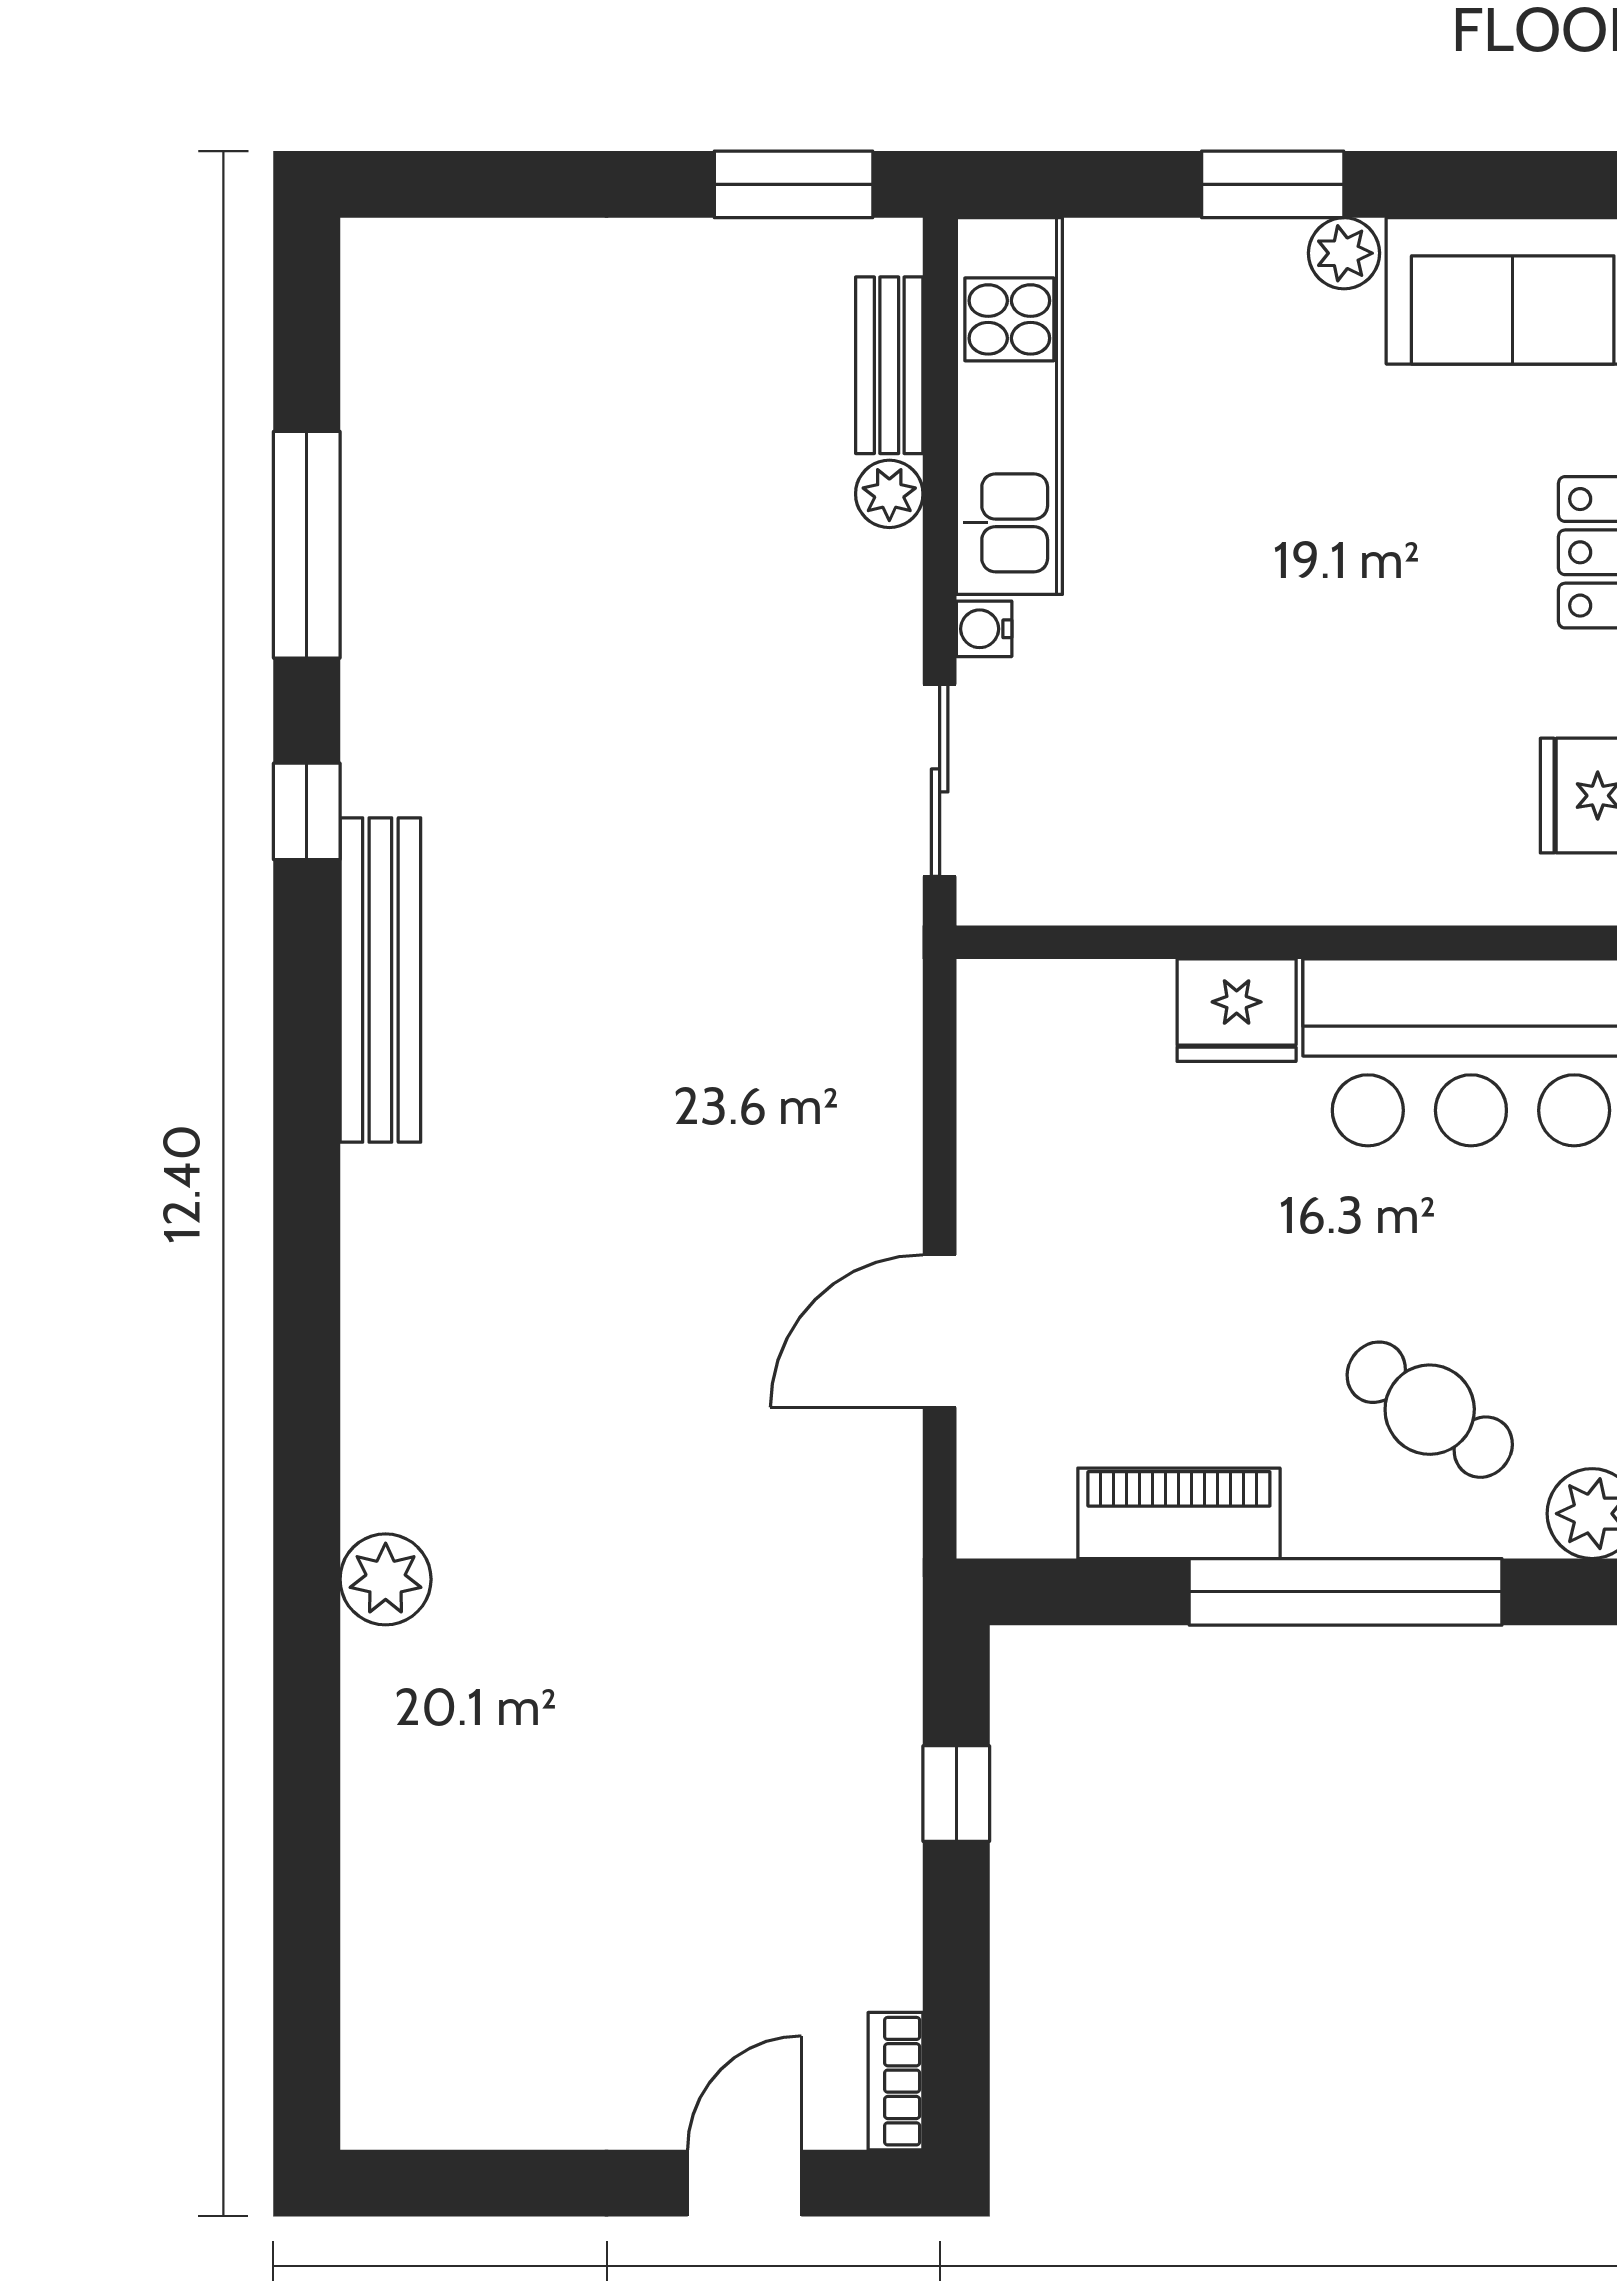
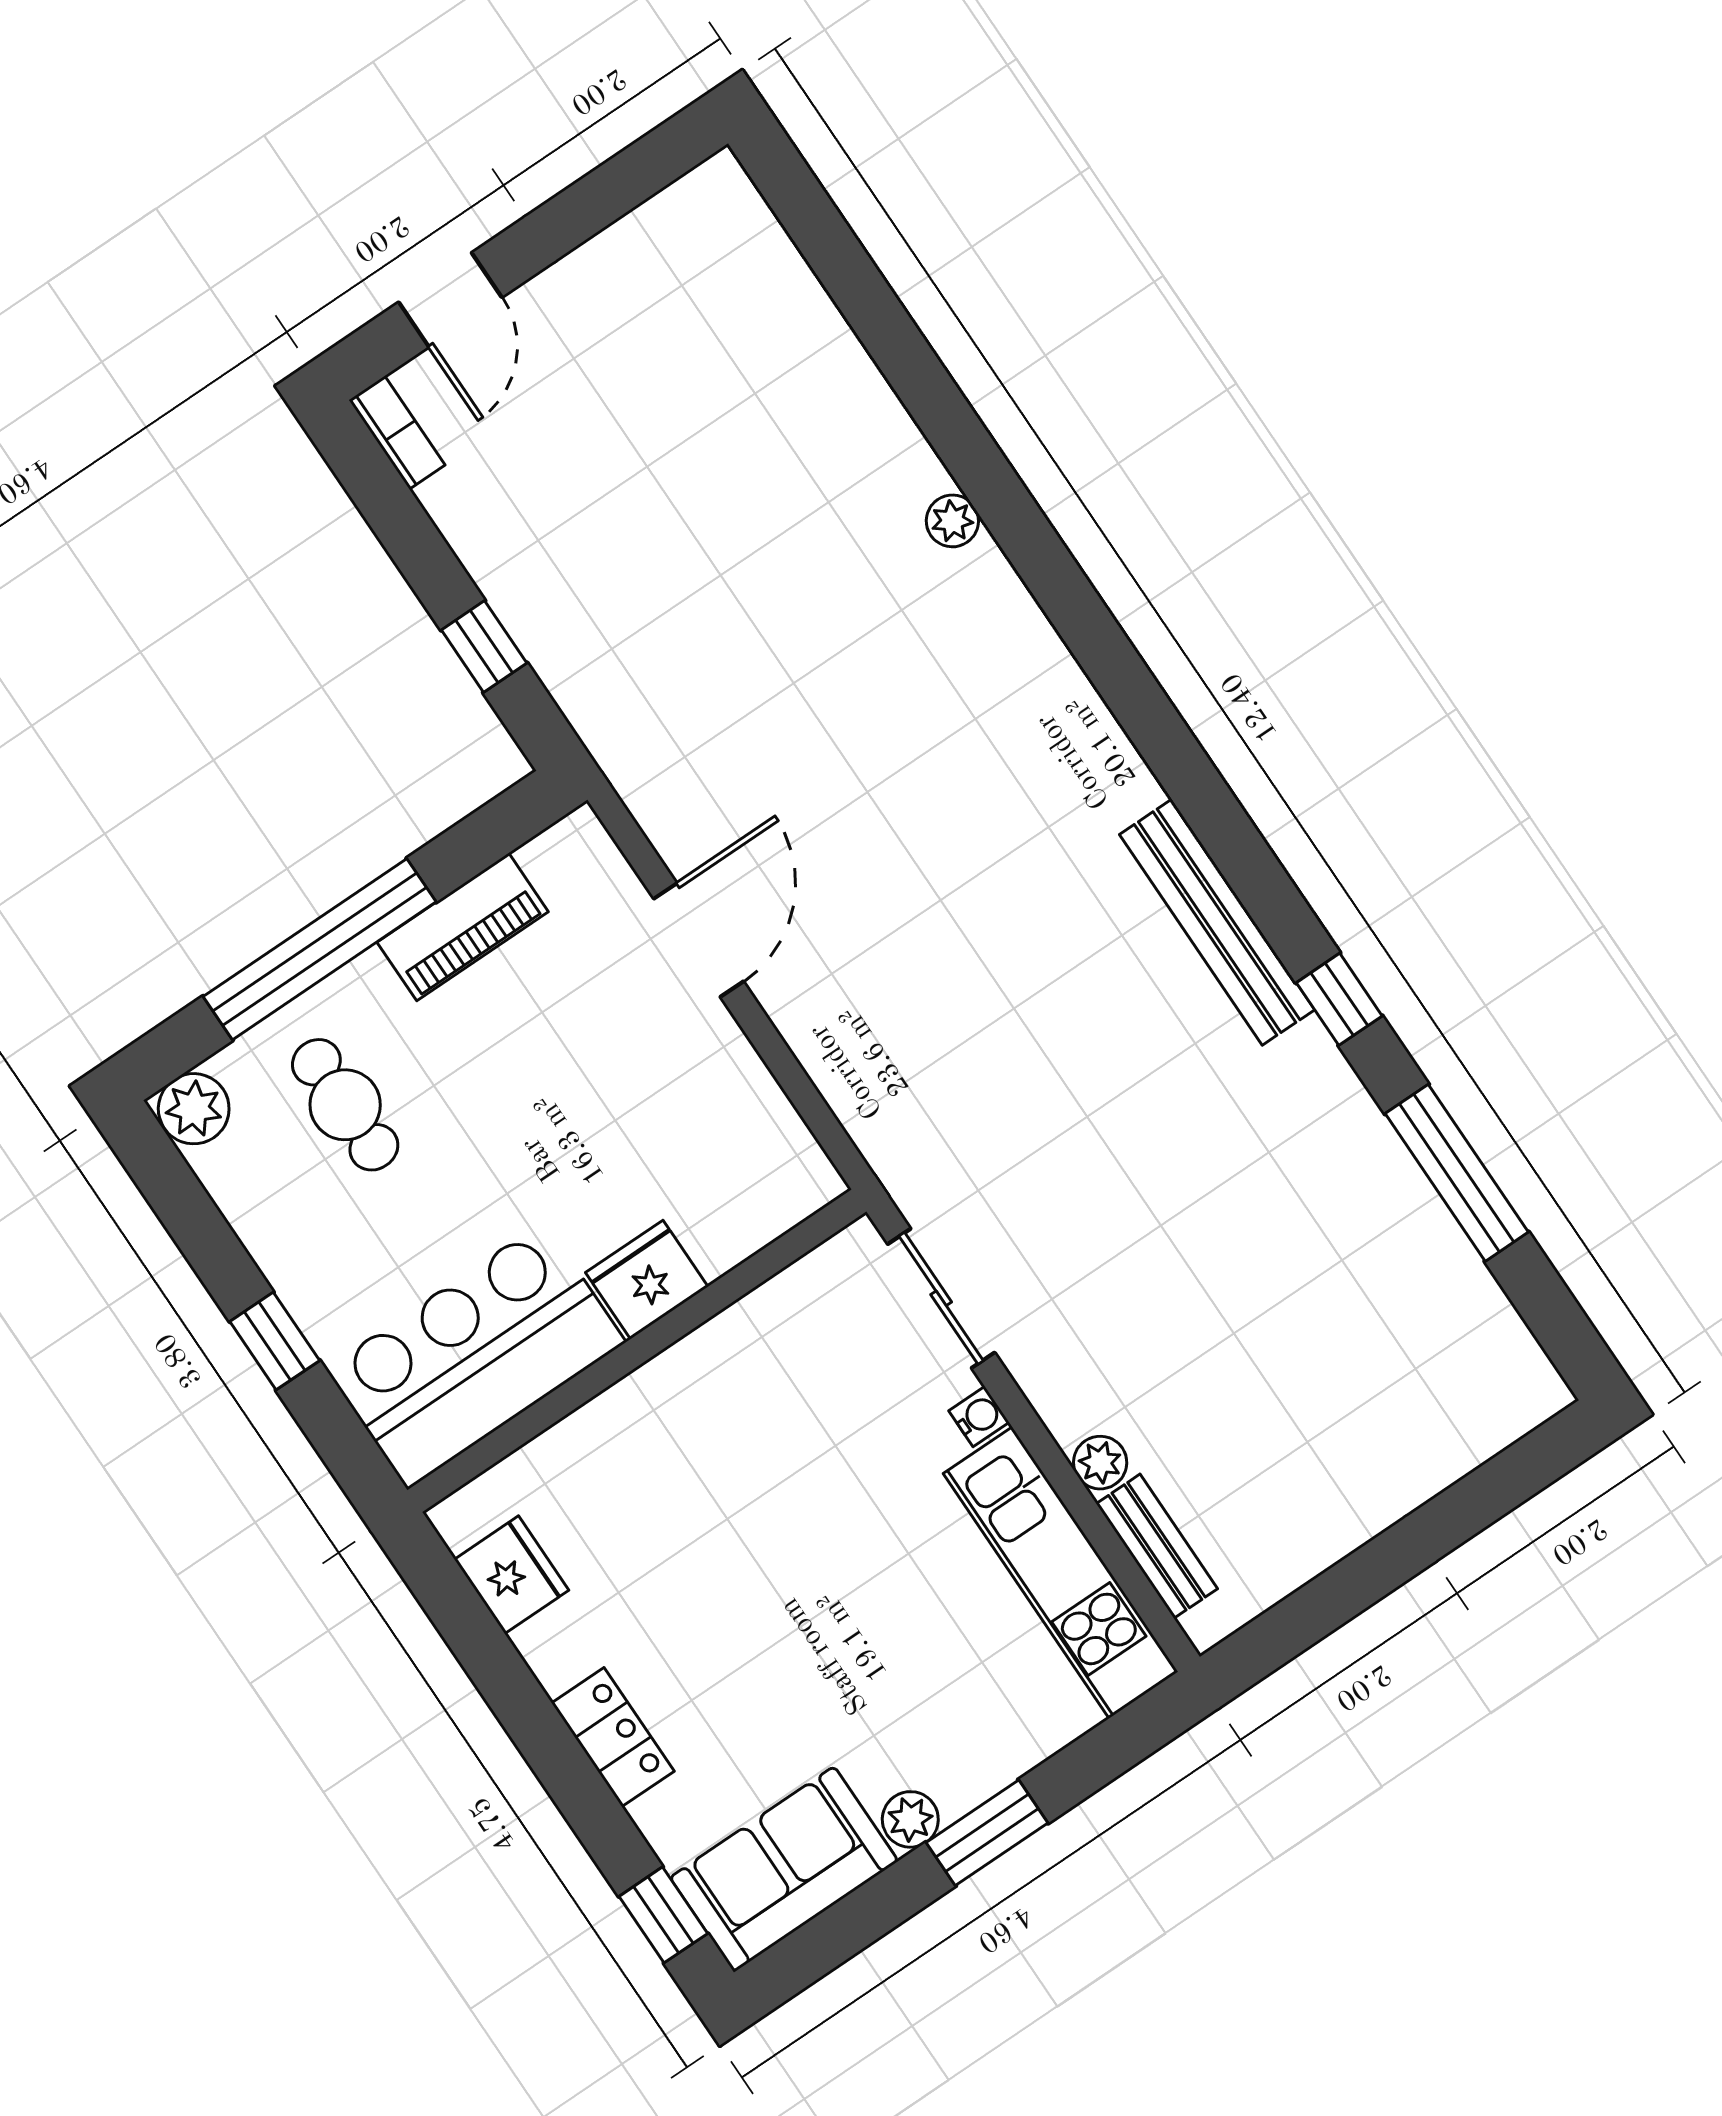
window: (794, 184) -> (1299, 1622), removed
cafe table: (1430, 1410) -> (345, 1105), turned 55
plant: (386, 1579) -> (952, 521), width x0.73, depth x0.73

